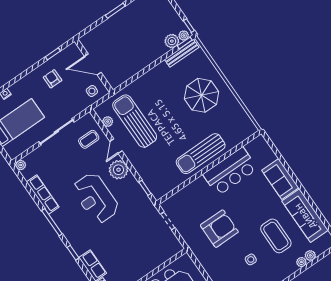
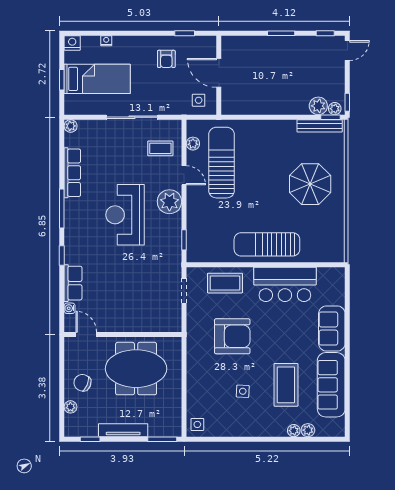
armchair: (53, 79) -> (166, 59), turned 180
door: (116, 146) -> (184, 175), swing flipped
coffee table: (191, 197) -> (225, 283), added

